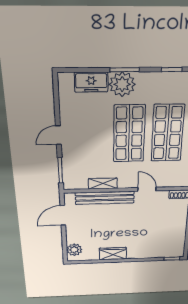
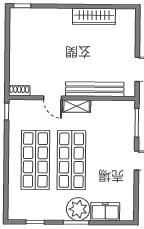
shelving: (103, 184) -> (77, 106), moved
plant: (74, 250) -> (128, 24), removed
wardrobe: (113, 254) -> (94, 16), width x1.50

